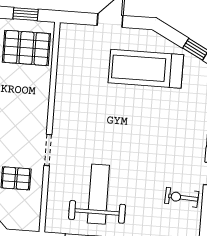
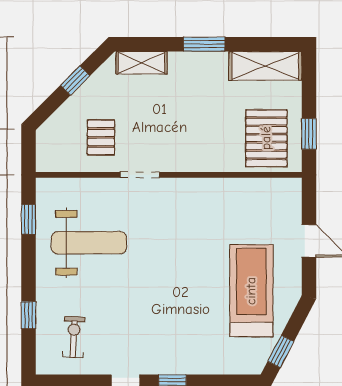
exercise bike: (182, 197) -> (74, 337), moved

